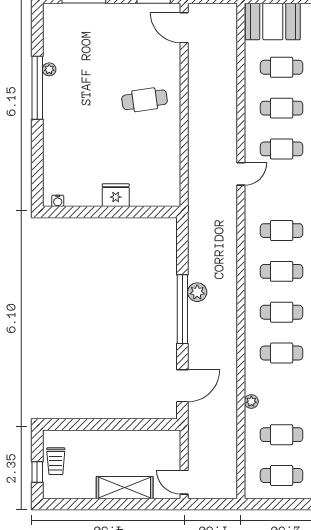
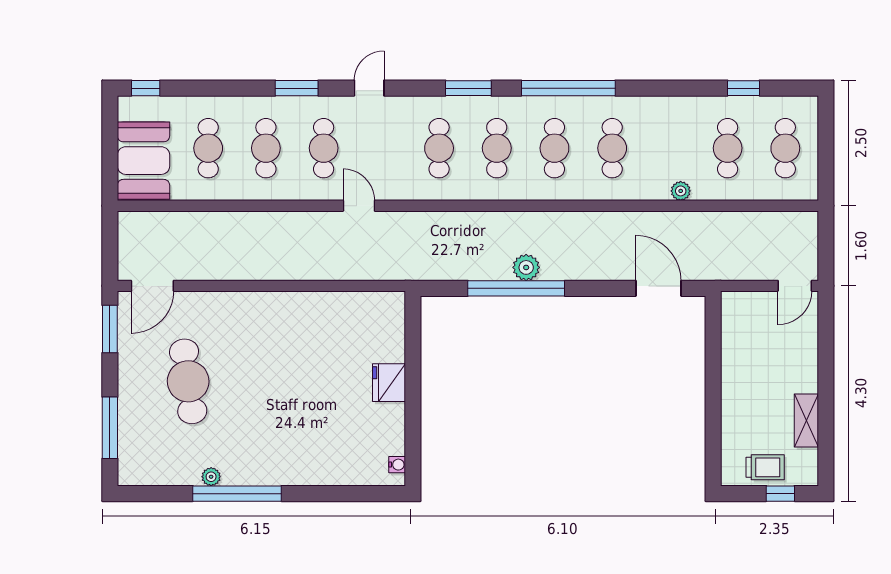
cafe table: (145, 100) -> (188, 381), moved, width x1.37, depth x1.35
window: (182, 309) -> (516, 288), moved
shelving: (125, 488) -> (806, 421), moved, width x0.67, depth x0.75

